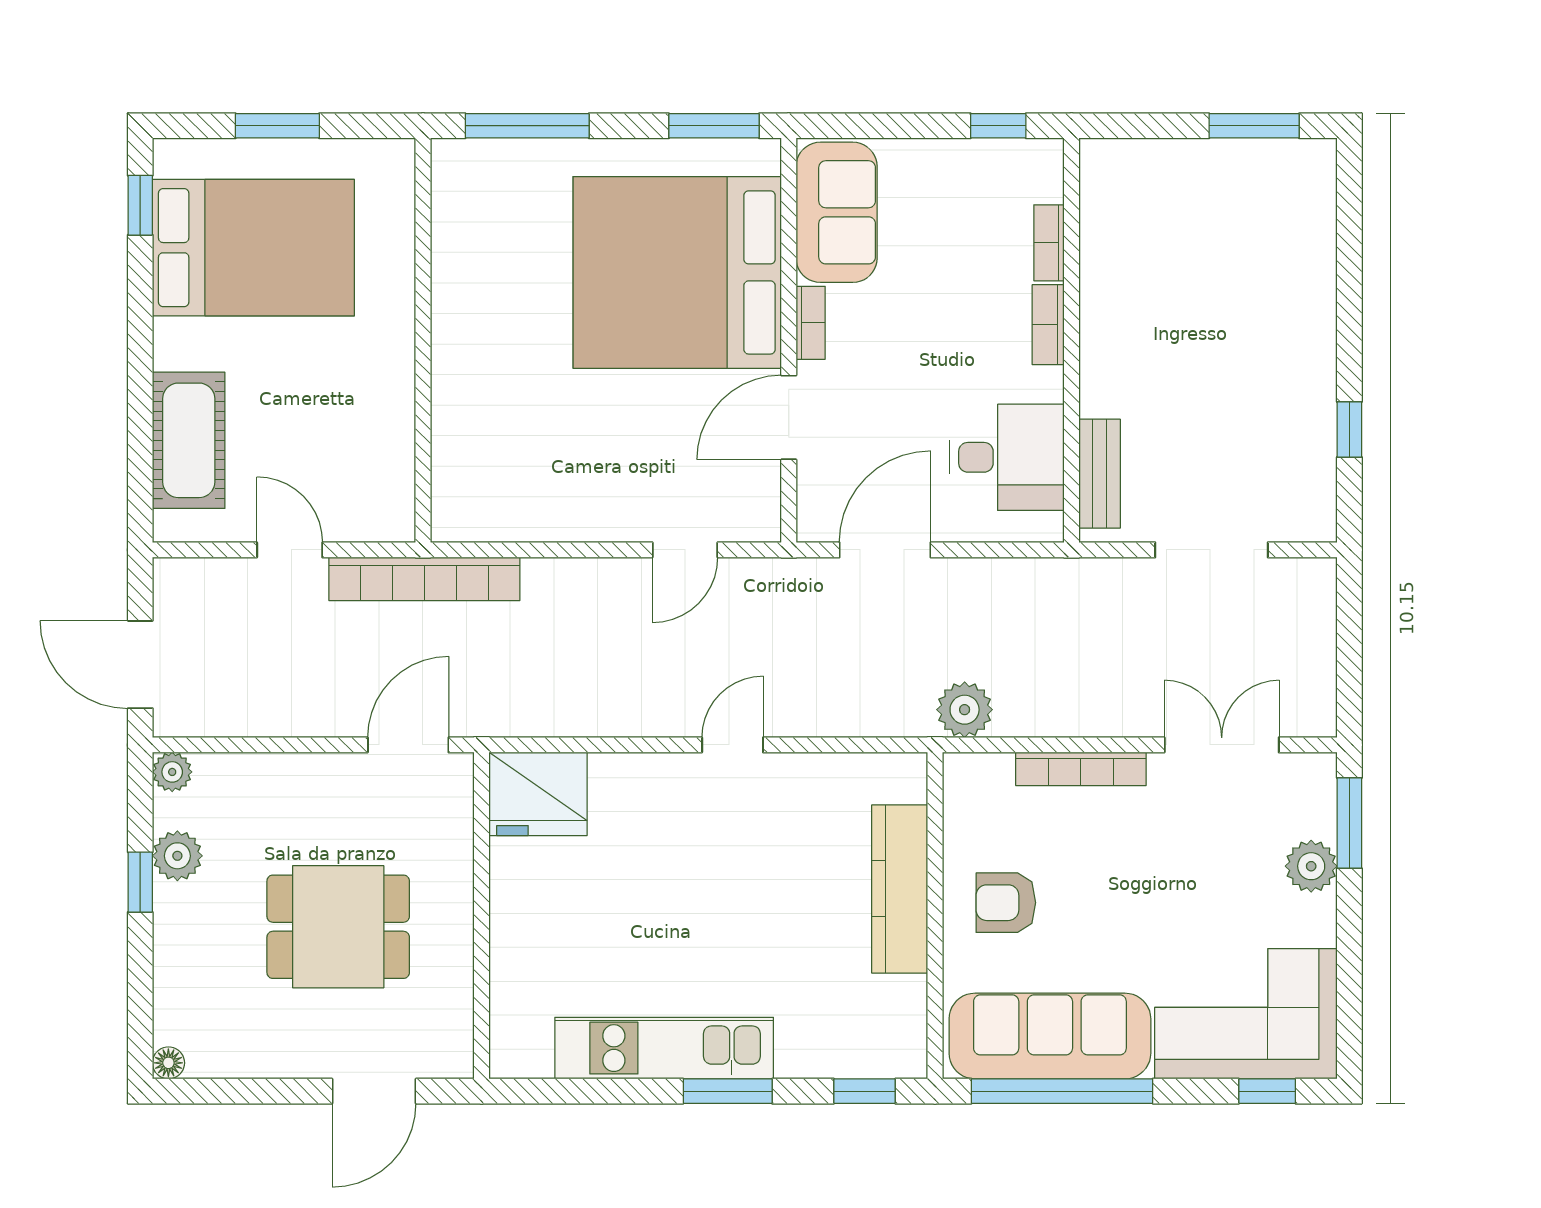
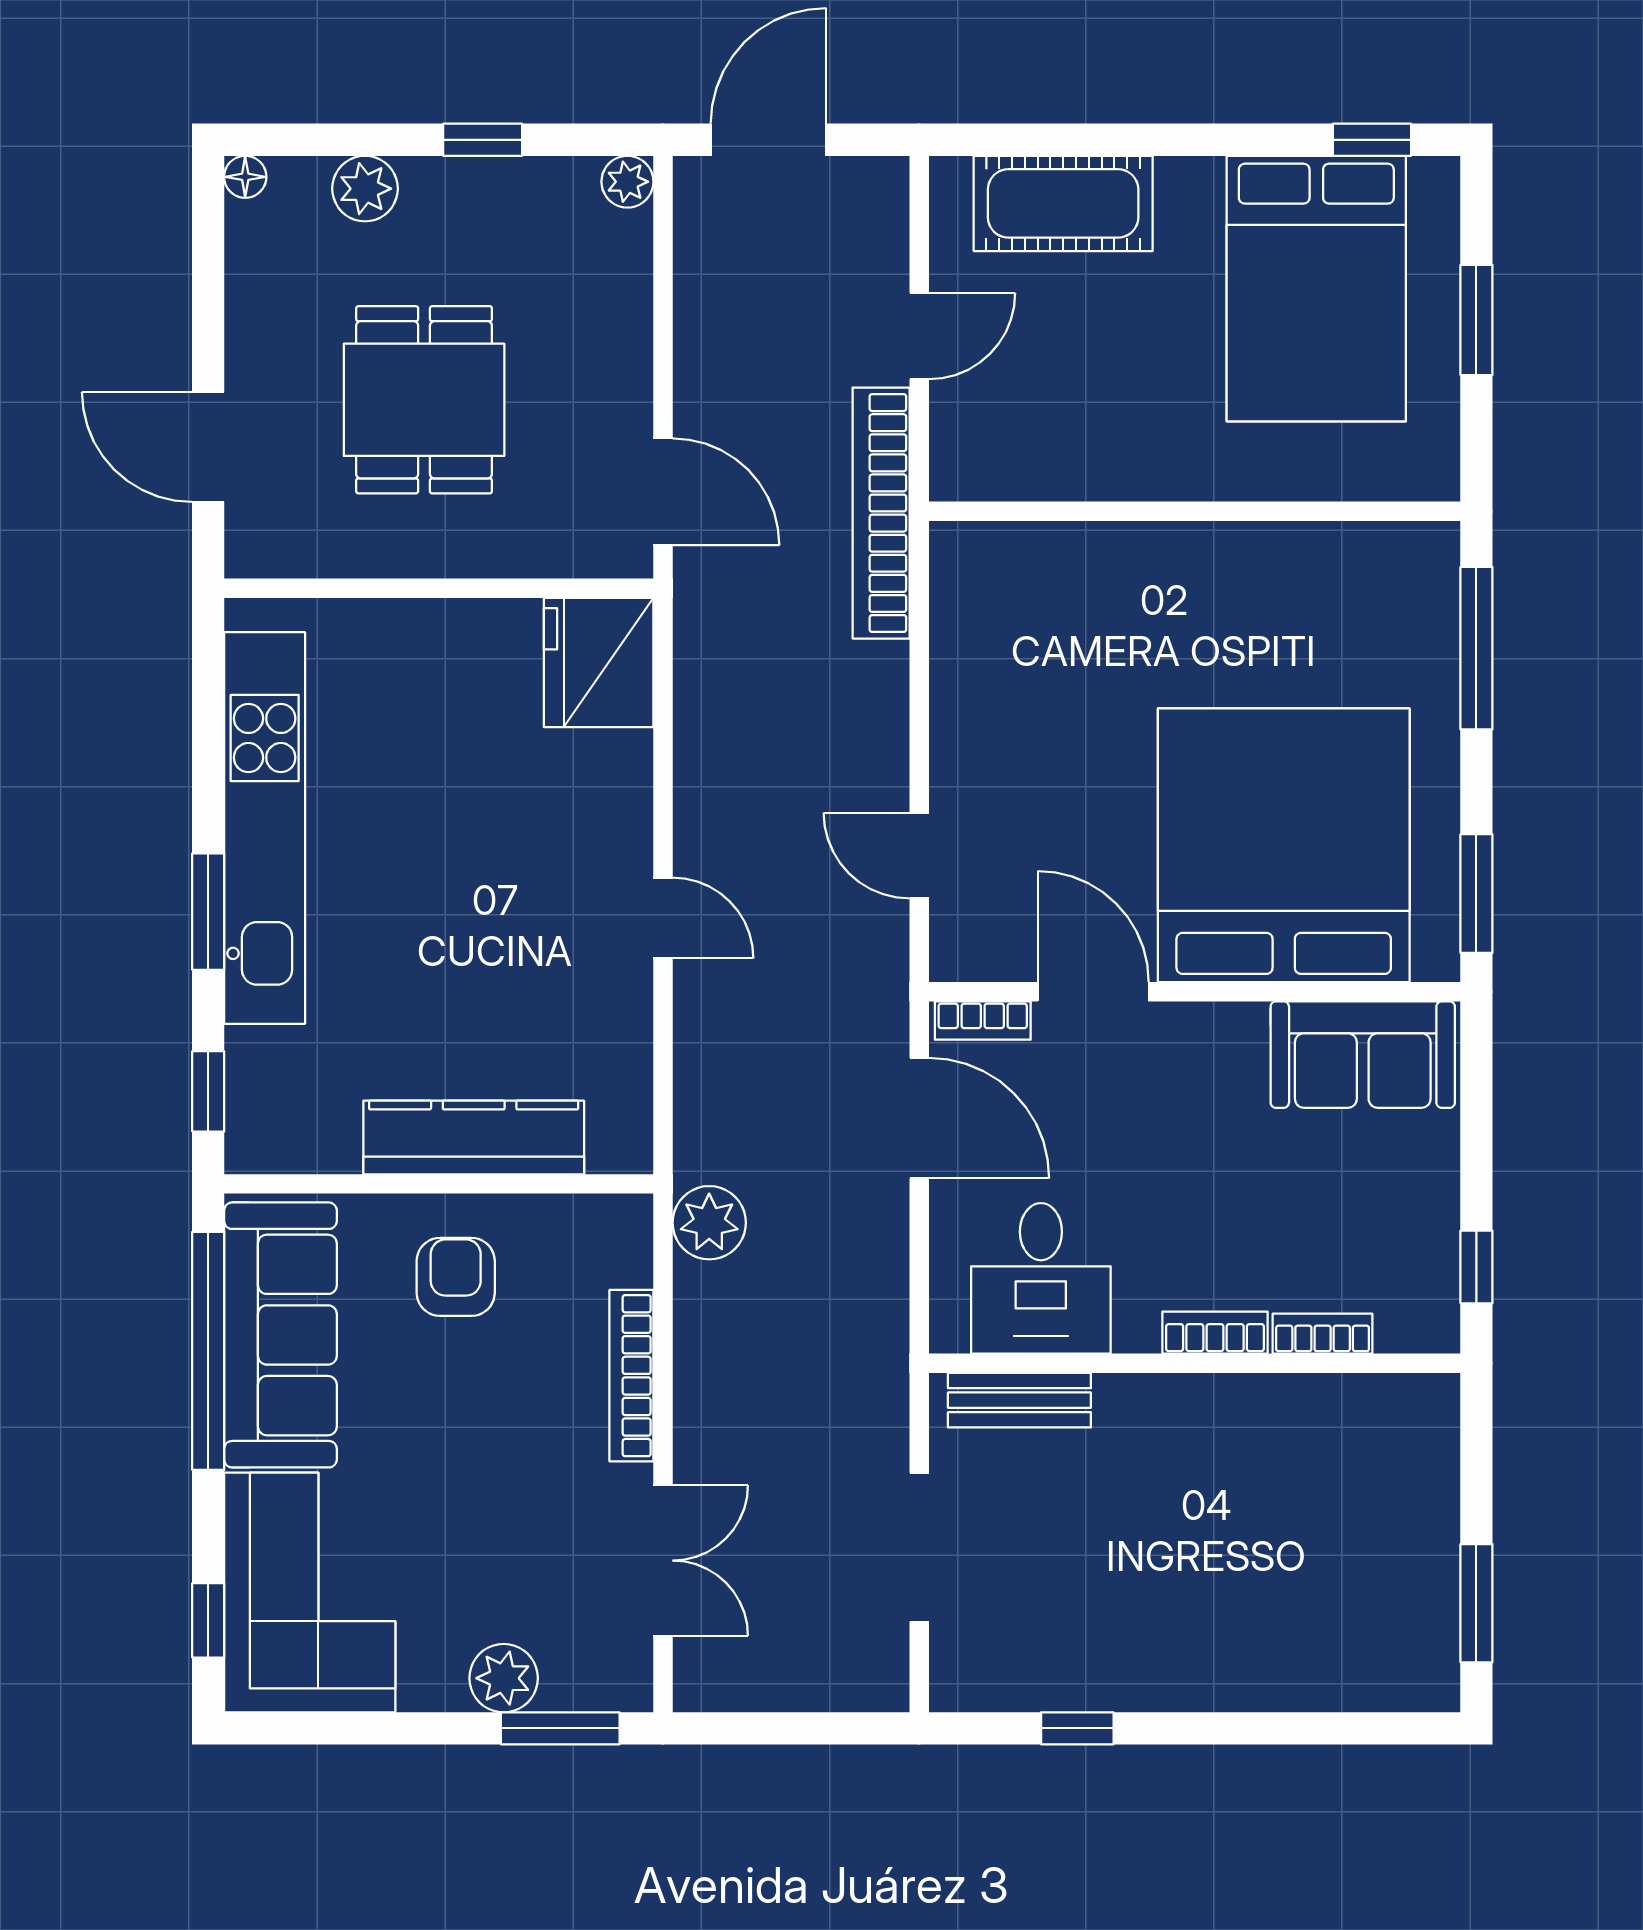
bookcase: (811, 323) -> (983, 1020), moved
plant: (177, 856) -> (365, 189), moved
kitchen unit: (664, 1048) -> (265, 828), width x1.36

